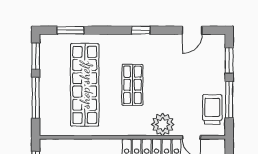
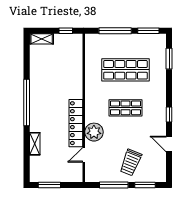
door: (192, 30) -> (169, 144), moved
shop shelf: (85, 85) -> (125, 70), width x0.71
trolley: (212, 110) -> (131, 162), moved, turned 112

